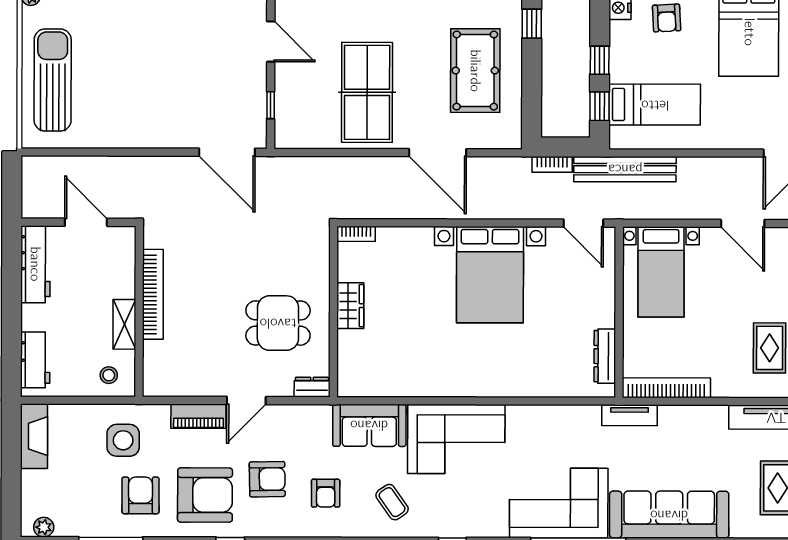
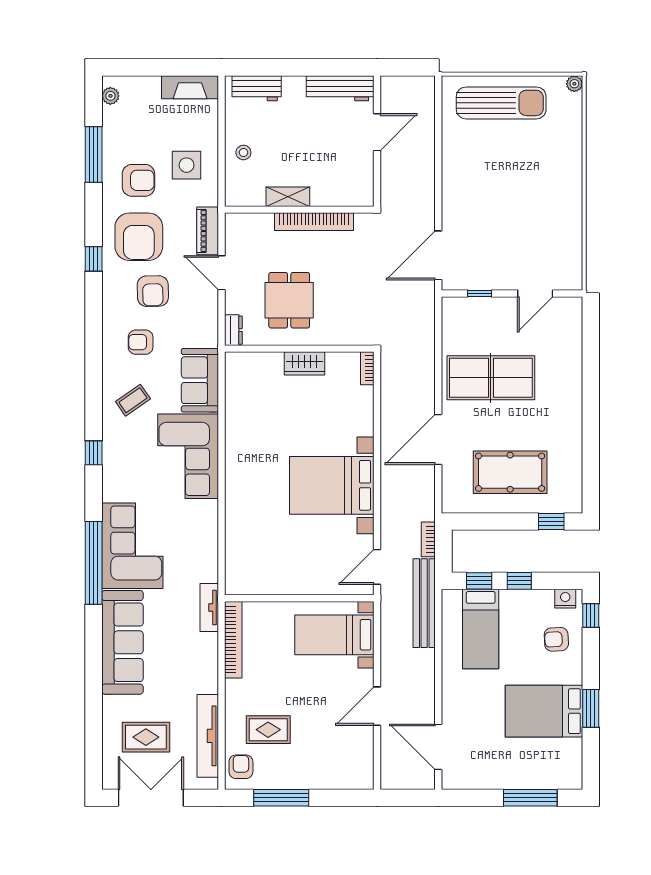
bookcase: (153, 294) -> (314, 222), moved
wall: (139, 311) -> (299, 210), moved
shelving: (124, 324) -> (288, 197), moved
dresser: (605, 356) -> (261, 586), removed

